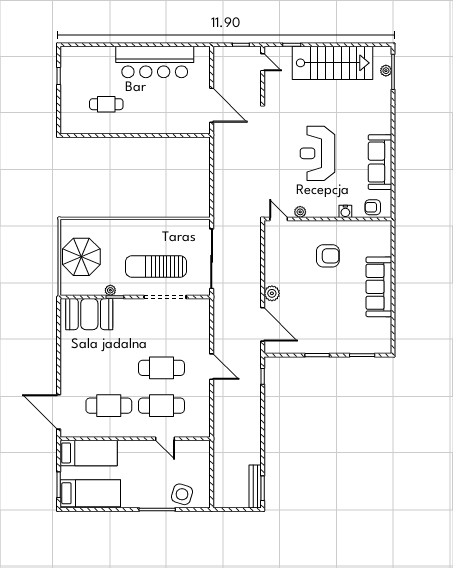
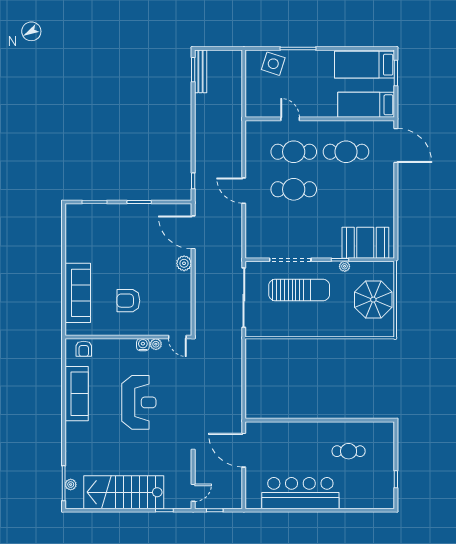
door: (263, 62) -> (193, 493), swing flipped
armchair: (373, 207) -> (84, 349), turned 90
water cooler: (345, 211) -> (143, 345), moved
sofa: (379, 287) -> (78, 293), moved

